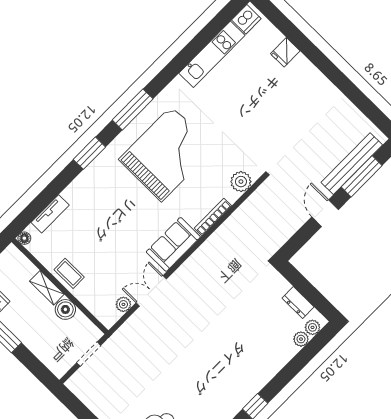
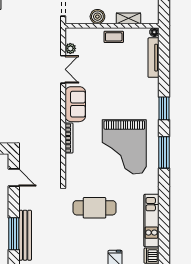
cafe table: (256, 123) -> (95, 208), added
plant: (241, 182) -> (72, 170), removed
door: (325, 213) -> (14, 178), moved
tv unit: (50, 214) -> (153, 58), width x1.41
shelving: (47, 288) -> (128, 18), moved

